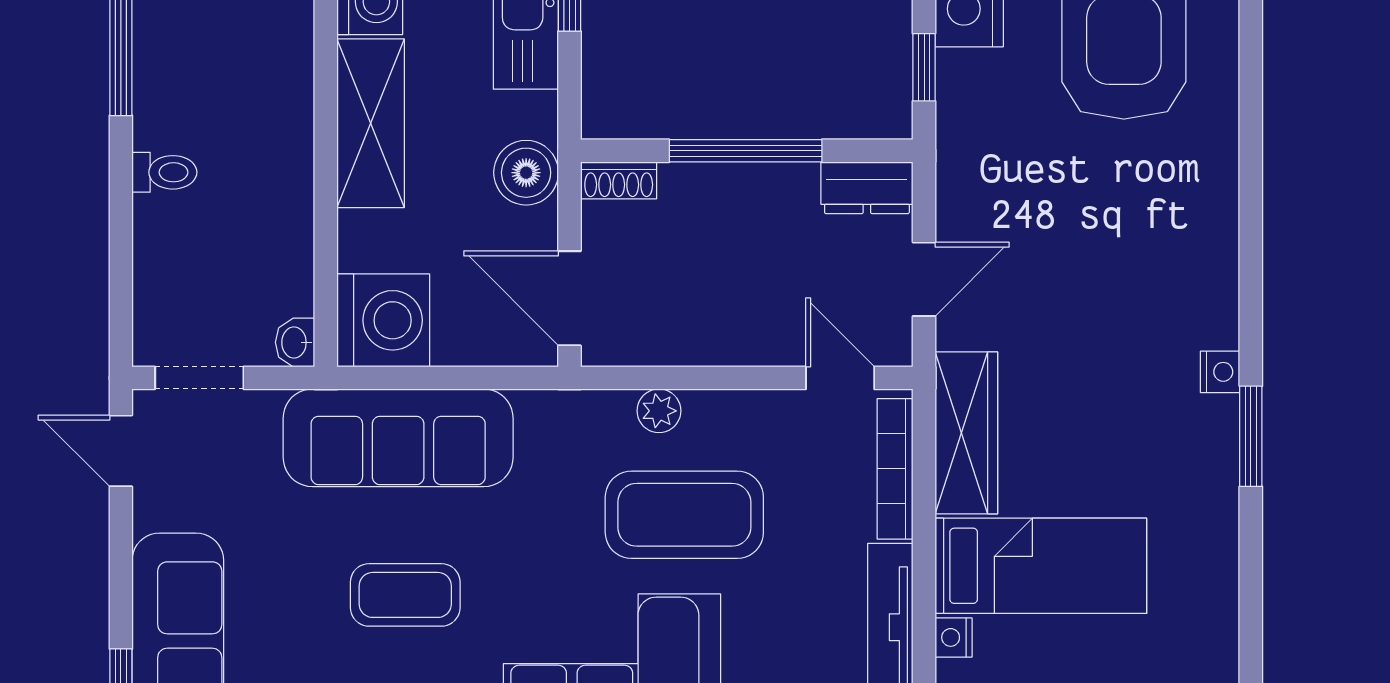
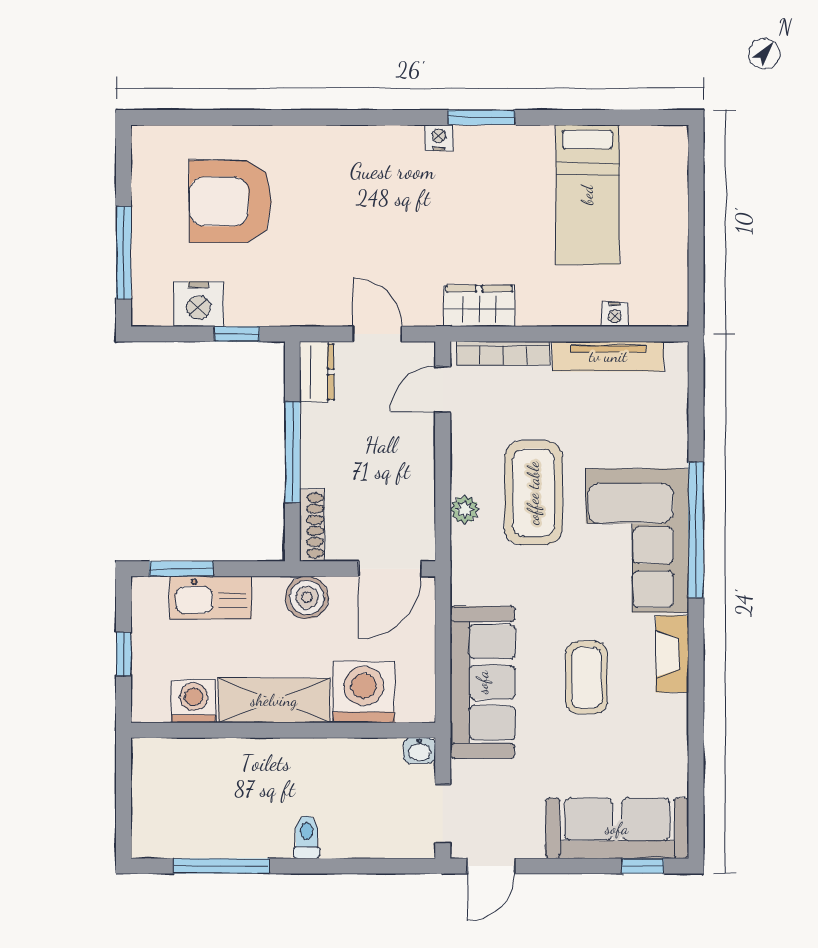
shoe rack: (619, 180) -> (312, 525), width x1.43
washing machine: (383, 320) -> (364, 692), moved
wardrobe: (966, 433) -> (479, 306), width x0.67
bed: (1041, 566) -> (587, 195), moved, turned 180

